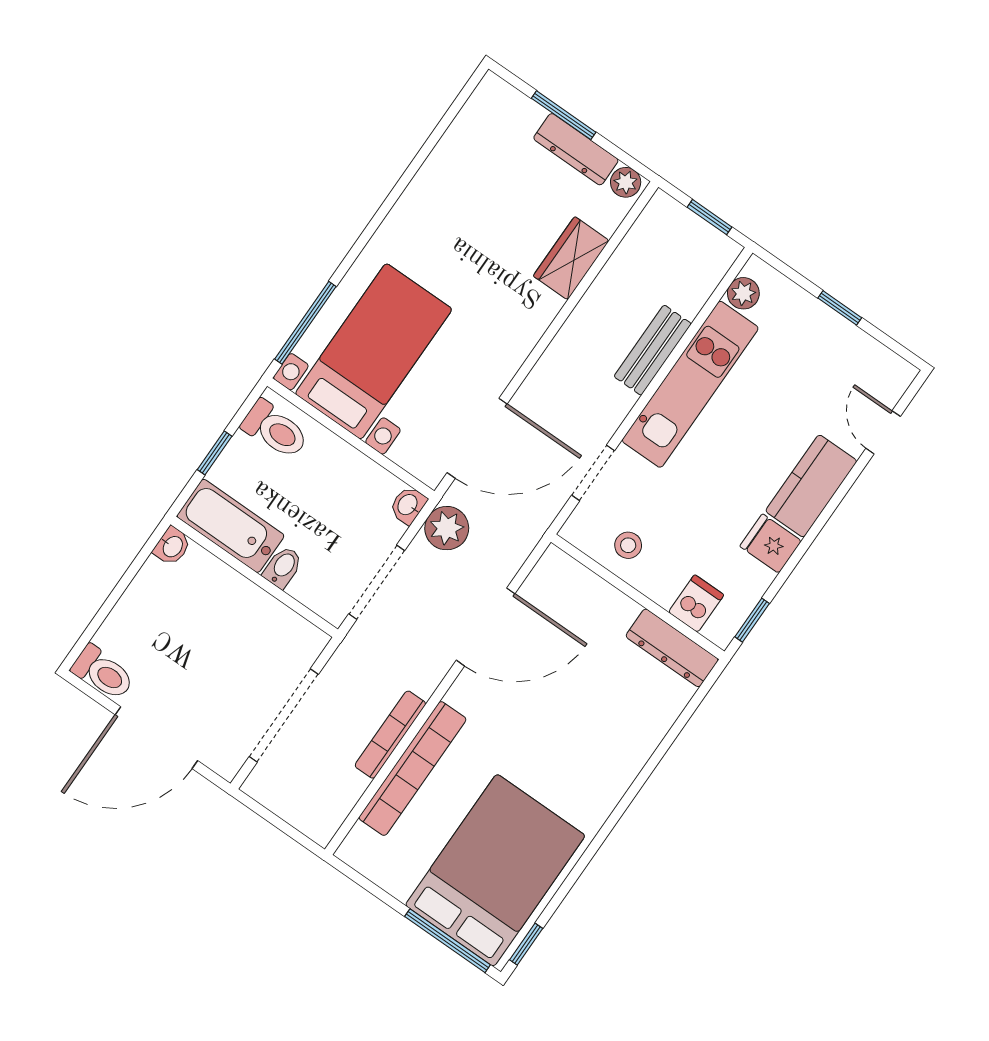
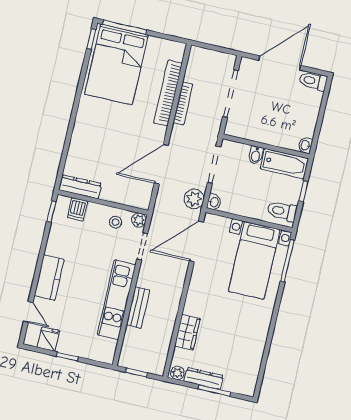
plant: (743, 293) -> (139, 220), moved
fridge: (771, 544) -> (48, 339), moved, turned -90

